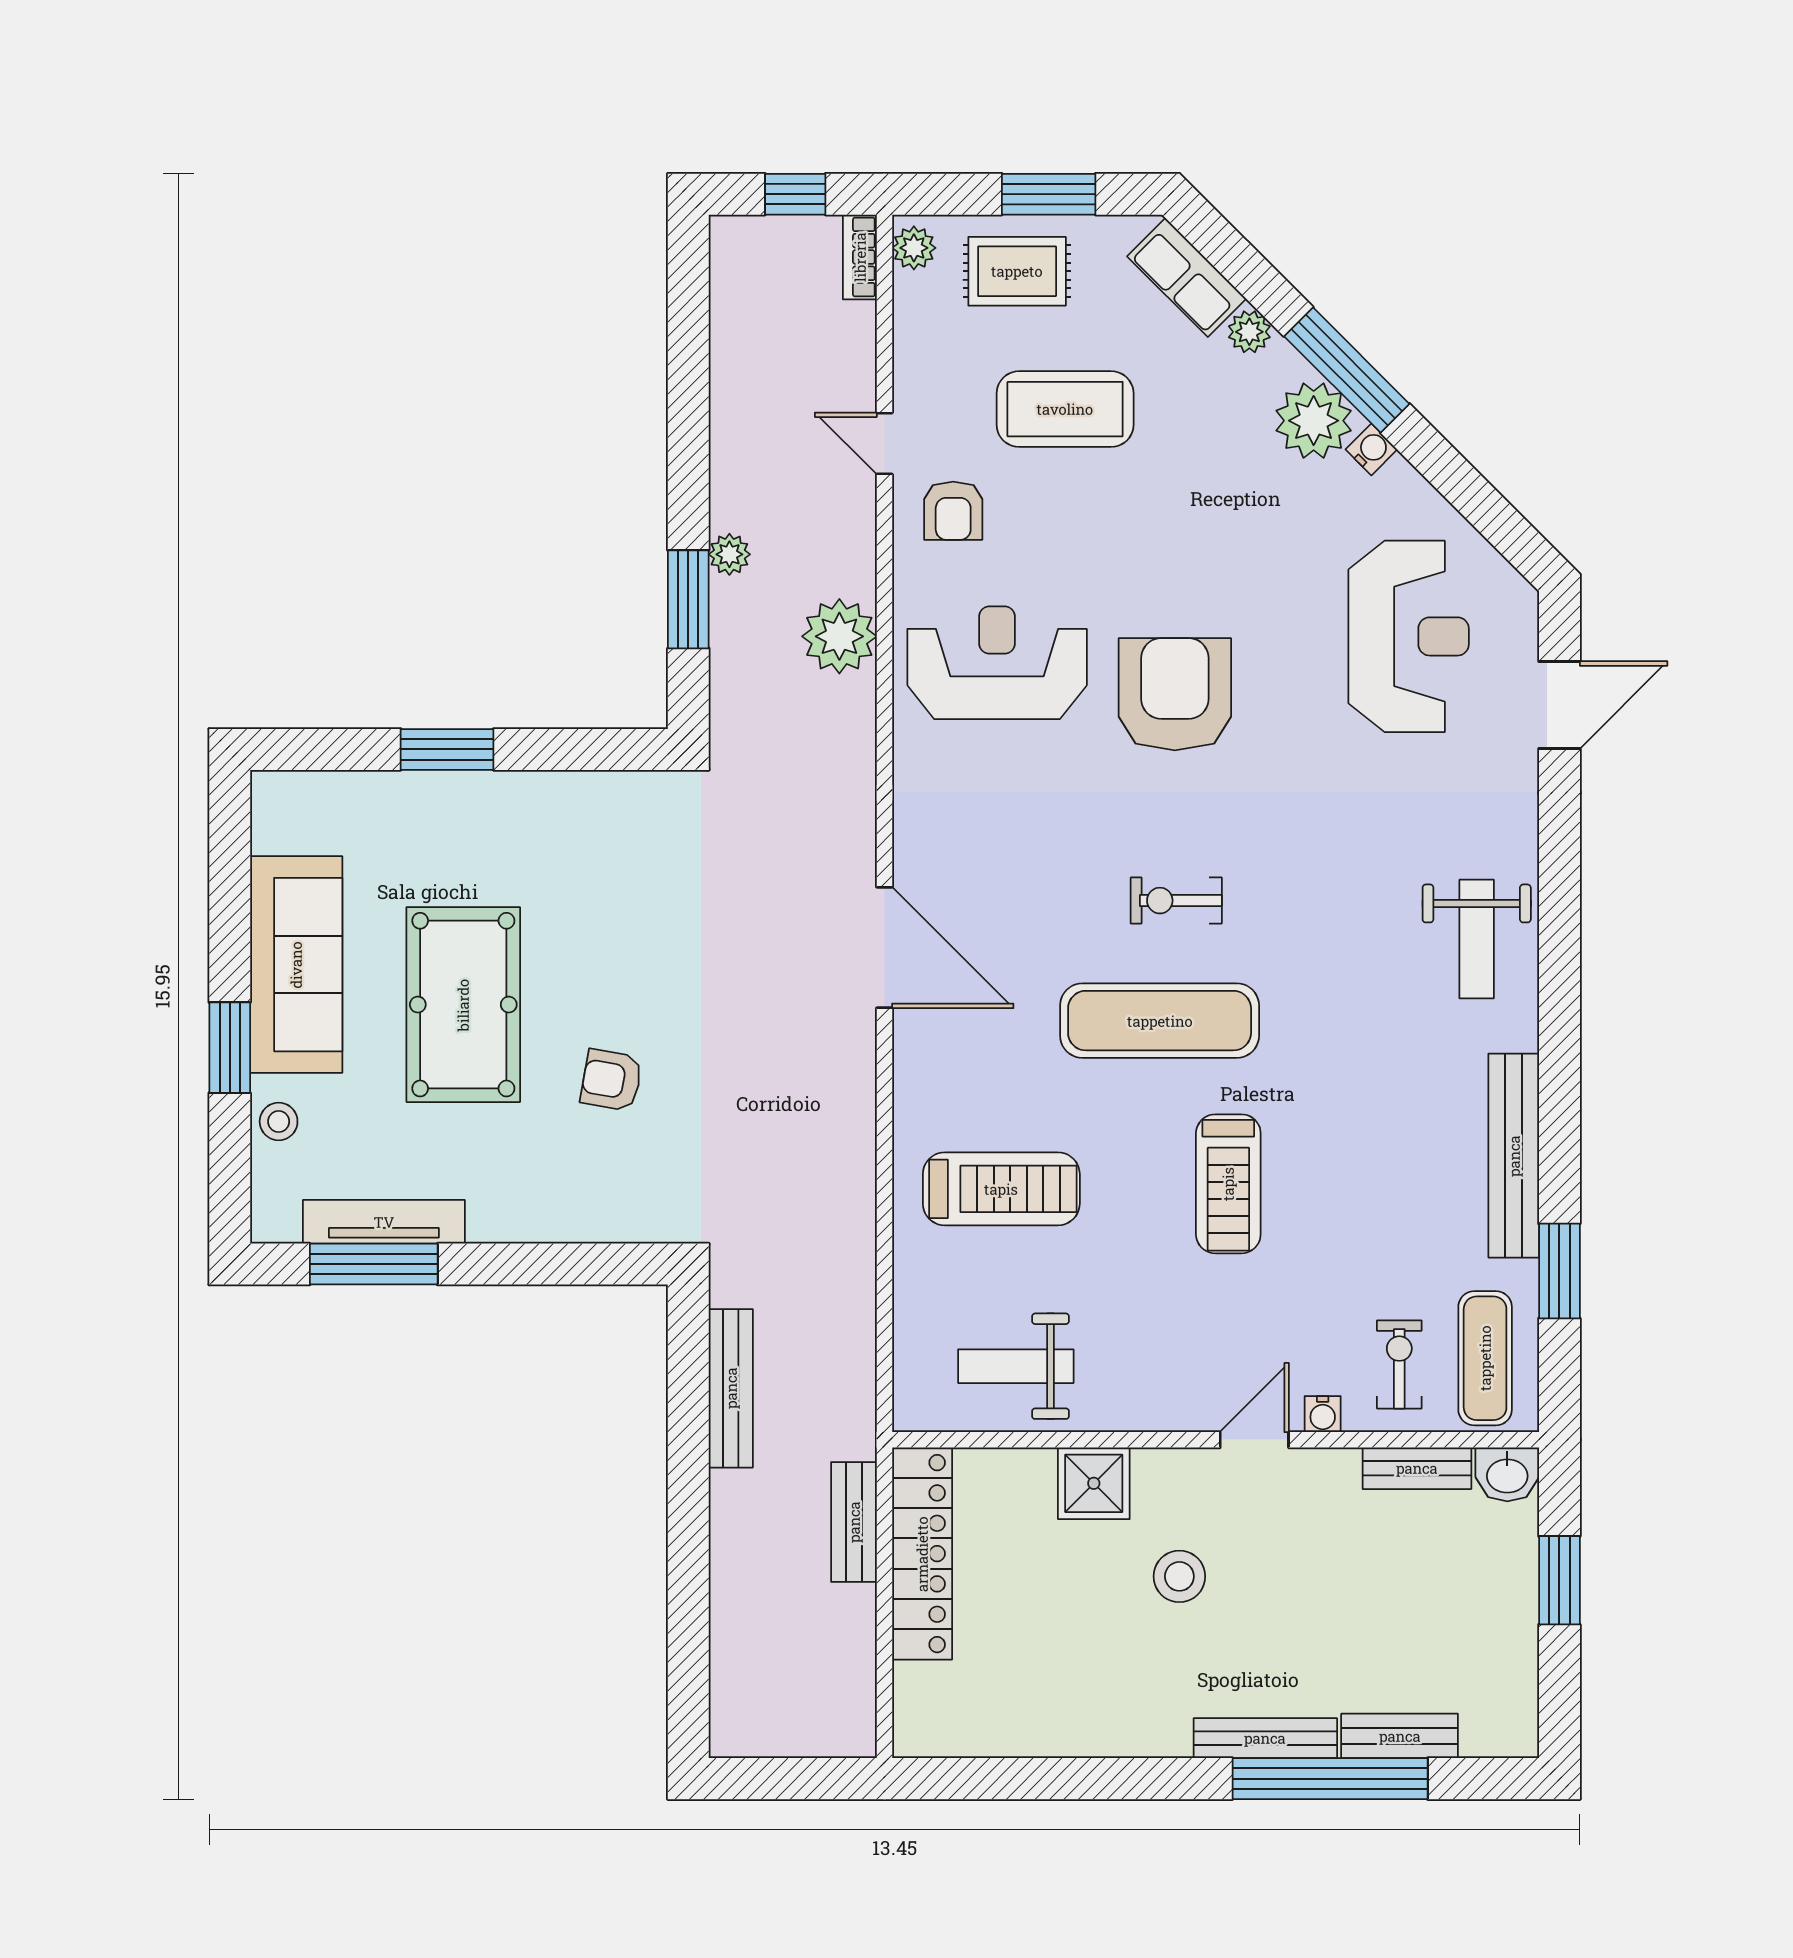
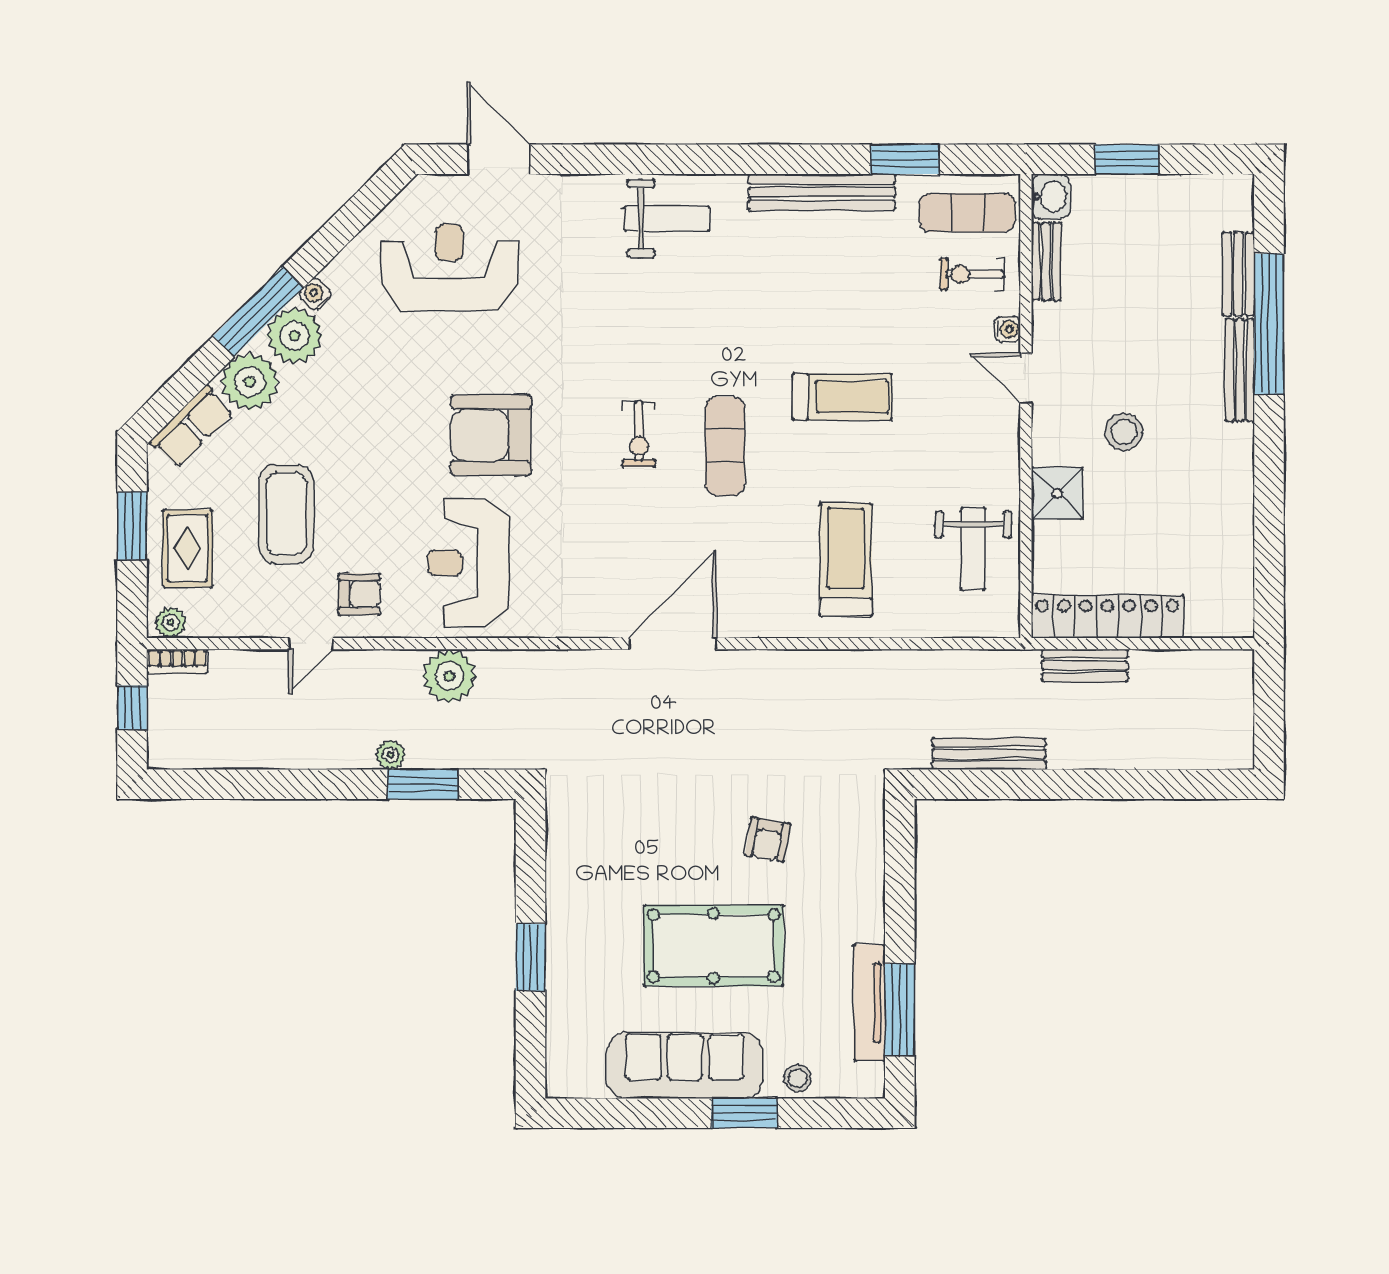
plant: (1249, 332) -> (250, 382), width x1.88, depth x1.88
exercise mat: (1160, 1021) -> (725, 446), width x0.73, depth x0.69

